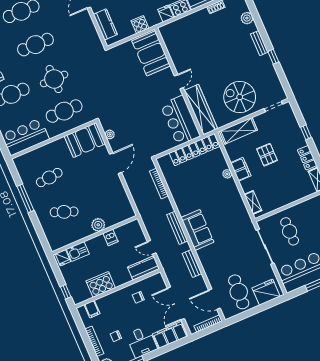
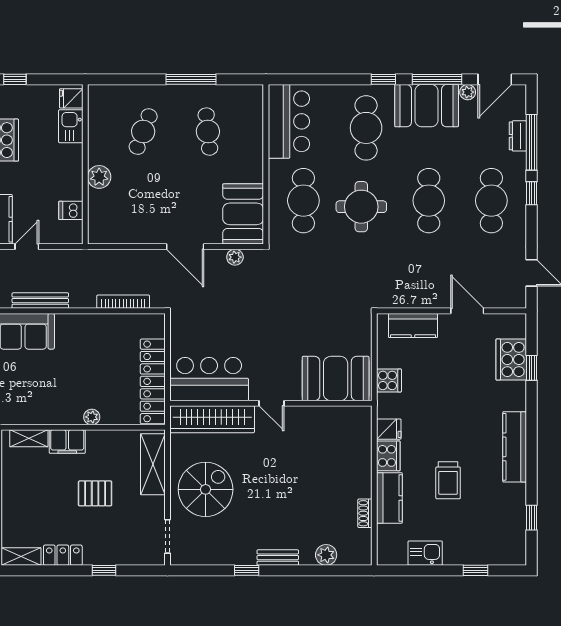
filing cabinet: (241, 169) -> (67, 442), moved
dishwasher: (111, 237) -> (71, 210), moved

